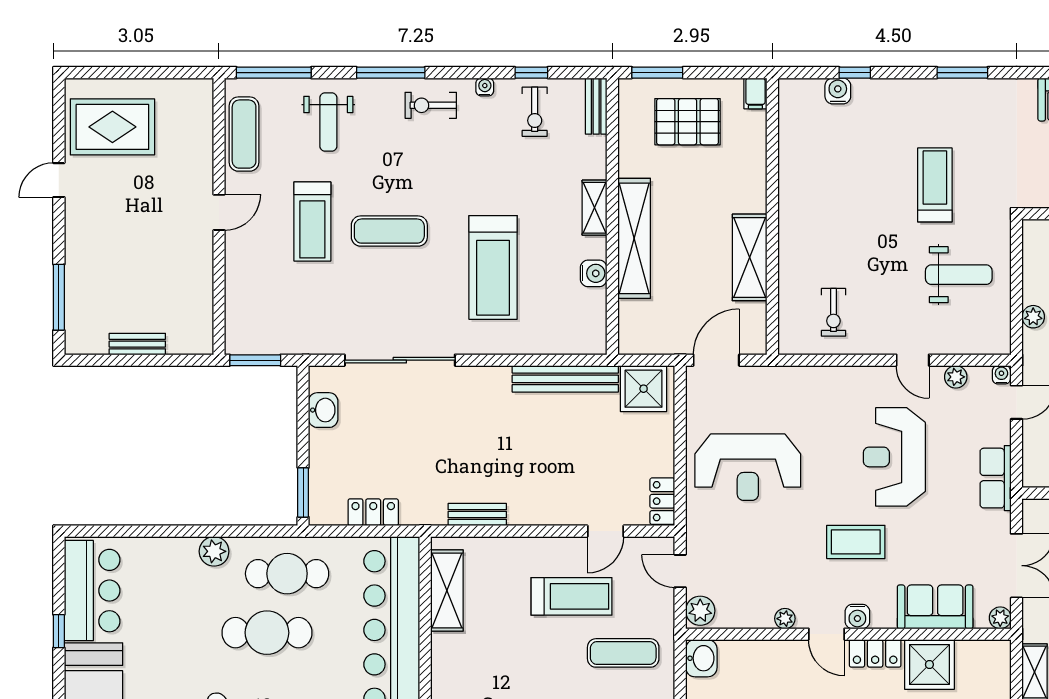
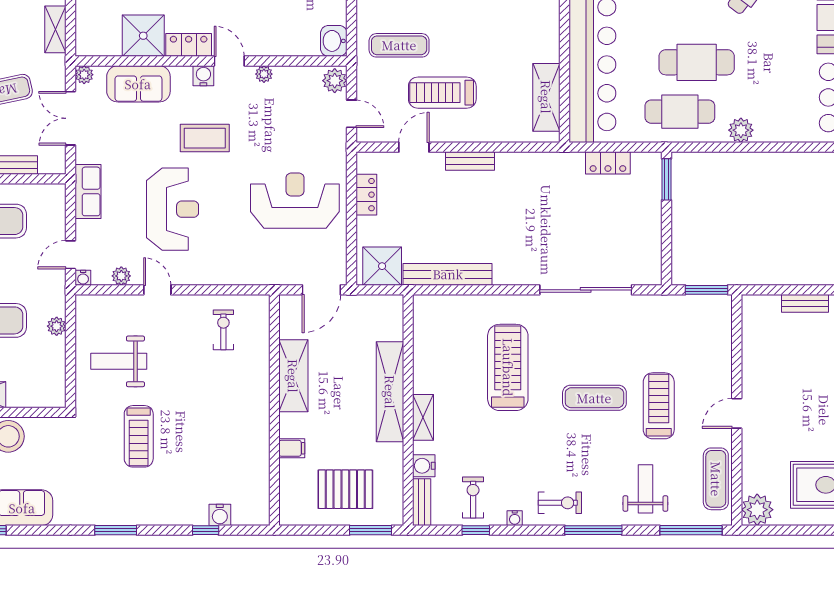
filing cabinet: (755, 93) -> (292, 448), moved, turned 90
plant: (195, 97) -> (757, 510), added
water cooler: (594, 273) -> (424, 466), moved
washbasin: (323, 410) -> (650, 248), removed
locker: (662, 501) -> (366, 195), moved
bench: (477, 515) -> (470, 161), moved

